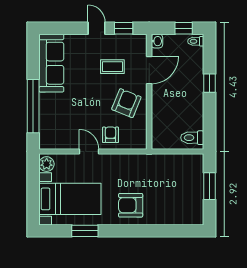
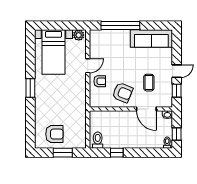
window: (210, 83) -> (117, 153), moved
armchair: (131, 205) -> (54, 134), moved, turned 90
window: (85, 231) -> (30, 88), moved

